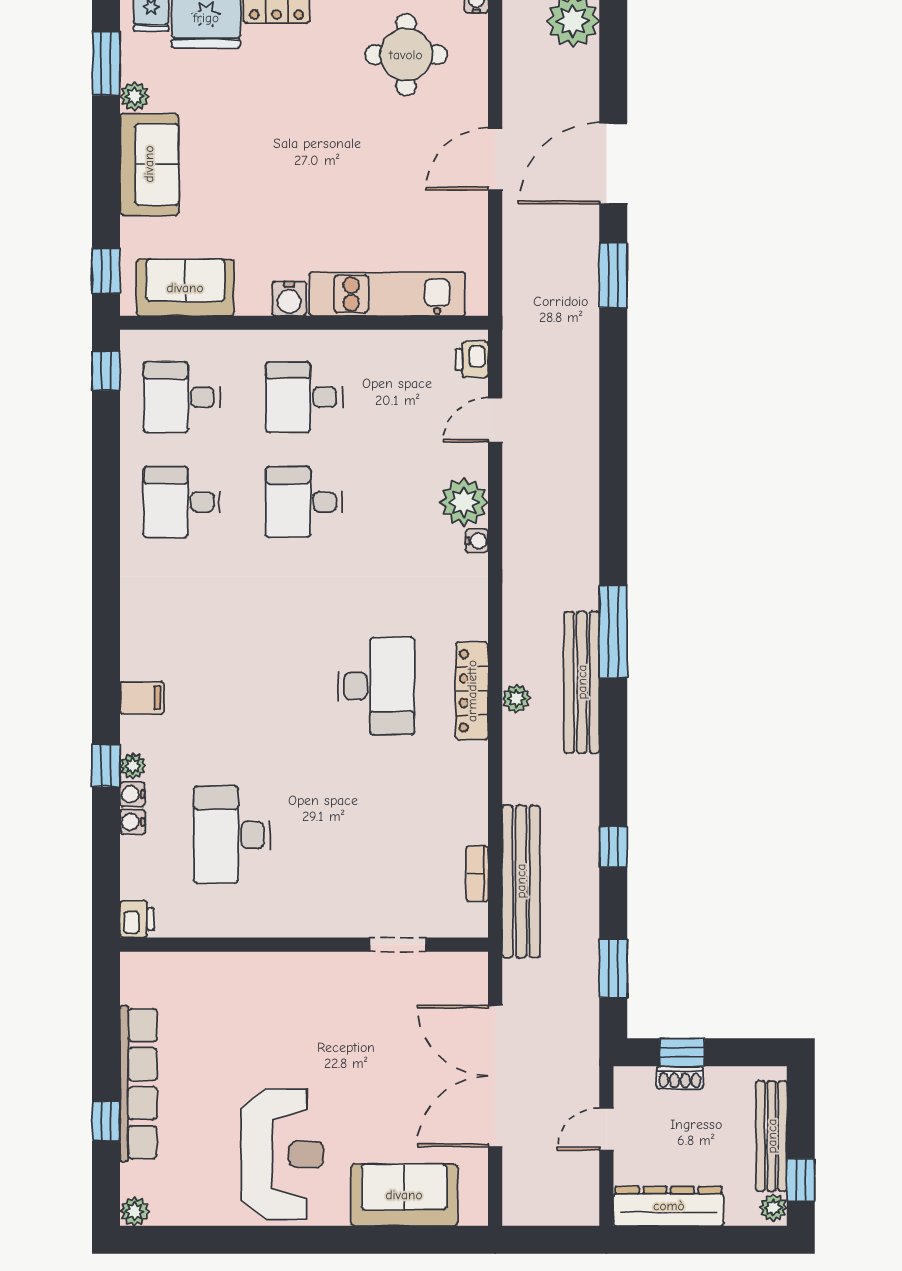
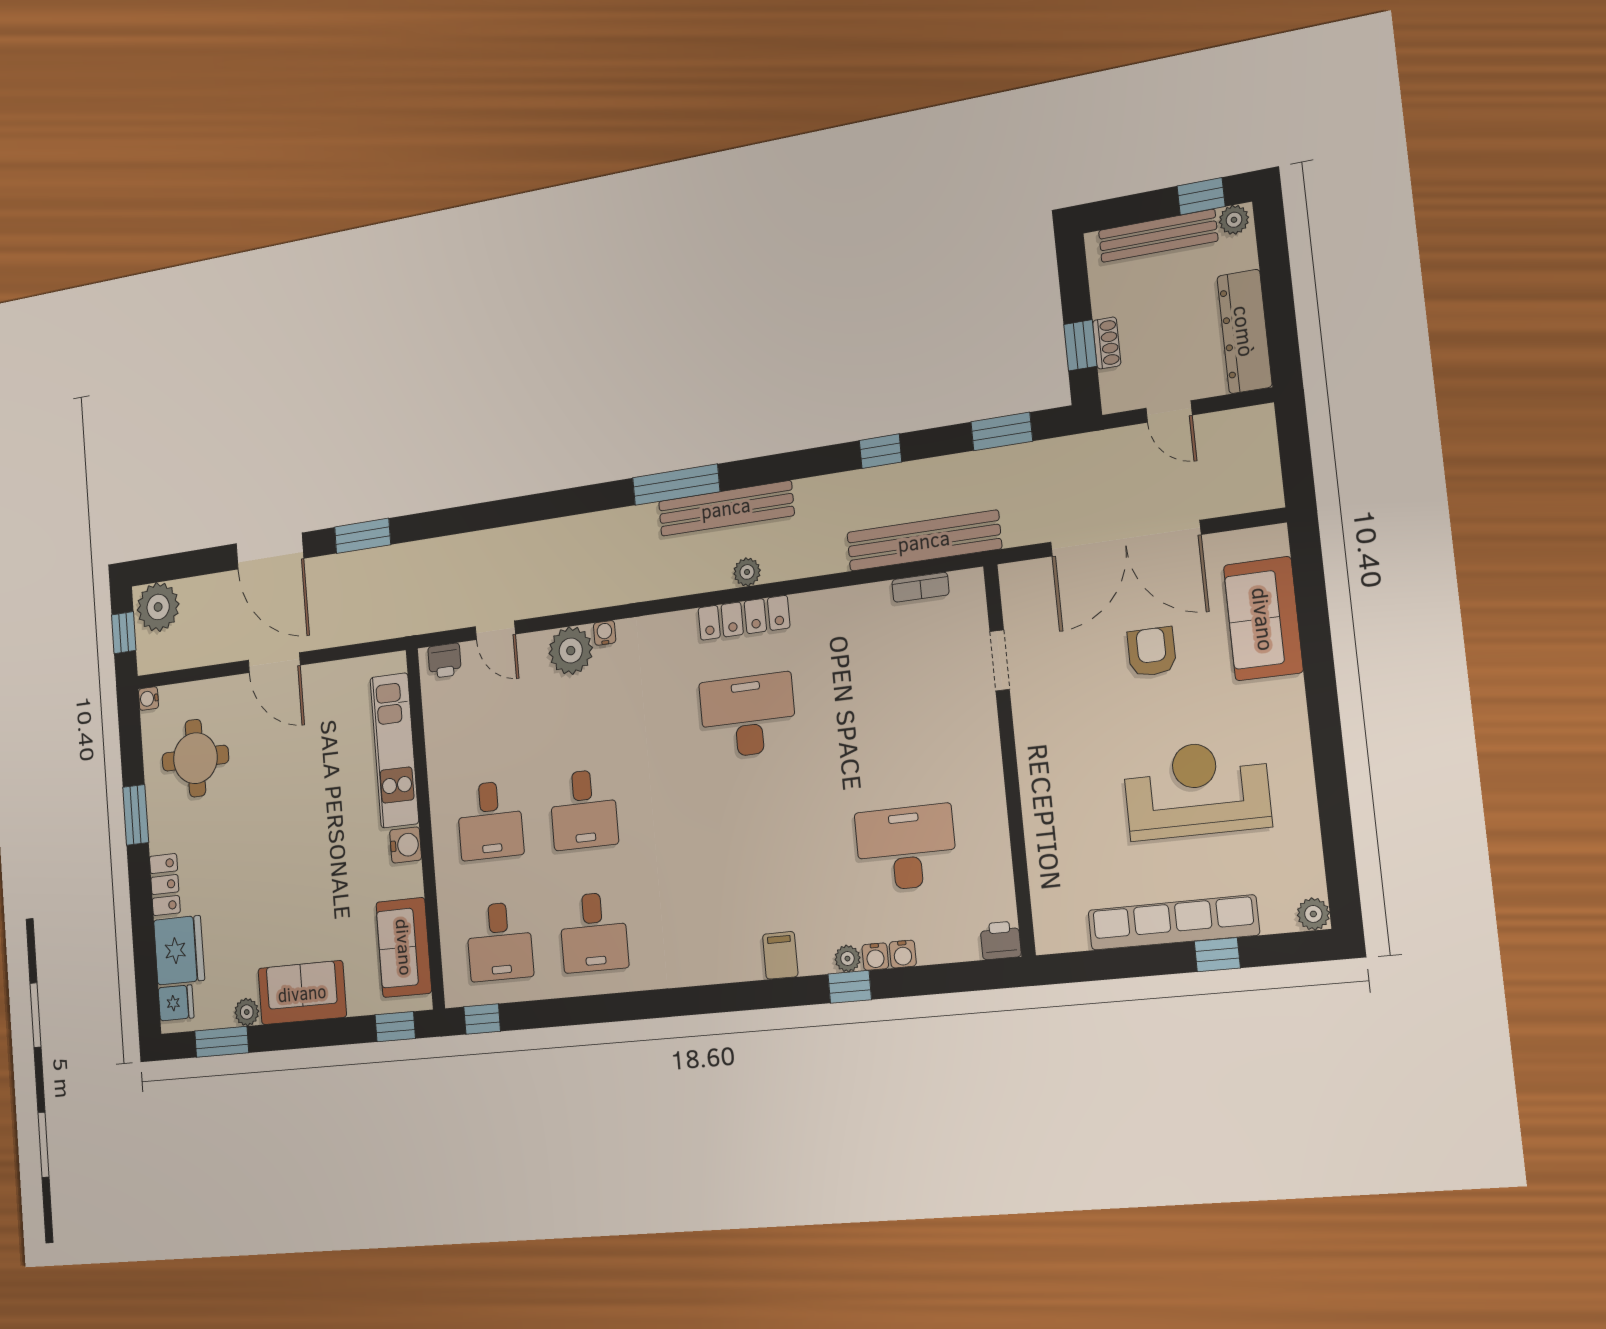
desk: (232, 835) -> (906, 848), turned 180
armchair: (387, 1090) -> (1152, 652), added
reception desk: (282, 1154) -> (1197, 789), moved

